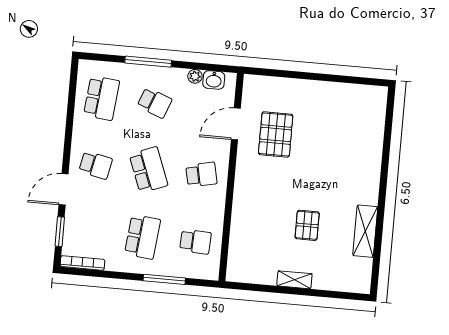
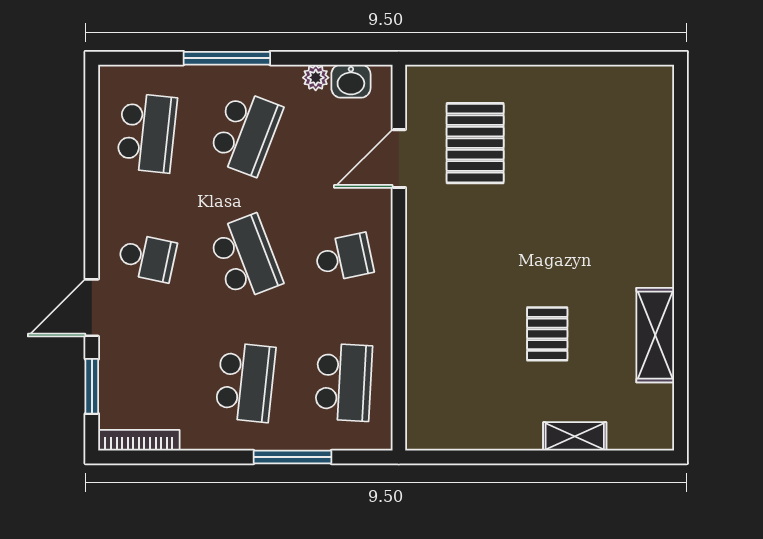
school desk: (154, 103) -> (245, 133), width x1.85
pallet: (276, 134) -> (475, 143), moved
school desk: (195, 242) -> (344, 382), width x1.85
shelving: (294, 280) -> (575, 436), moved

